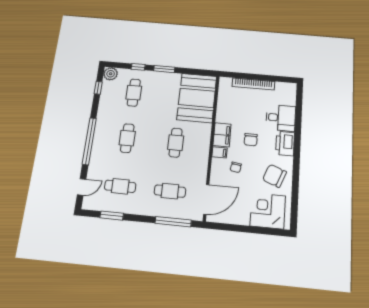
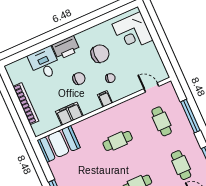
booth: (197, 98) -> (59, 144), width x0.73, depth x0.70
filing cabinet: (222, 135) -> (69, 114), moved
chair: (274, 176) -> (100, 54), moved, turned -111
door: (206, 199) -> (151, 87), width x0.53
window: (173, 222) -> (190, 116), moved

